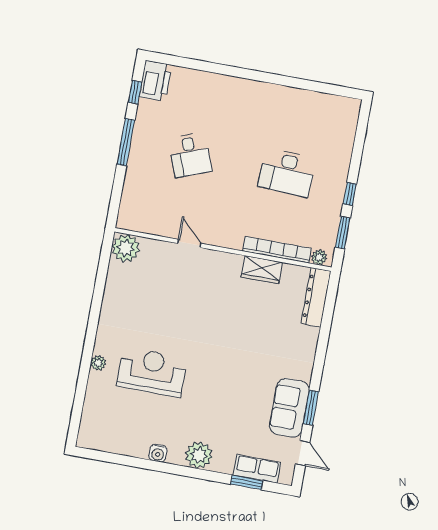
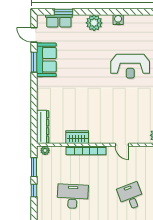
bookcase: (277, 250) -> (86, 150), moved

